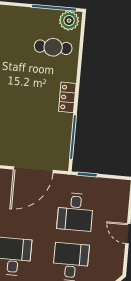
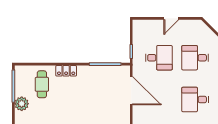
plant: (69, 21) -> (22, 104), moved
locker: (67, 97) -> (66, 71), moved

